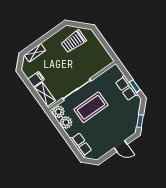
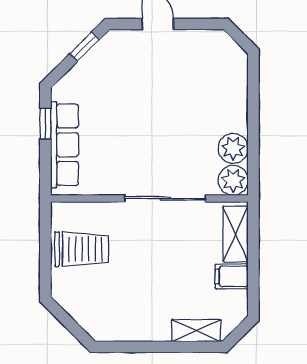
trolley: (74, 41) -> (82, 249), moved
row of seats: (127, 88) -> (65, 145), width x1.48
coffee table: (91, 107) -> (162, 143), removed
row of seats: (81, 145) -> (235, 83), removed

